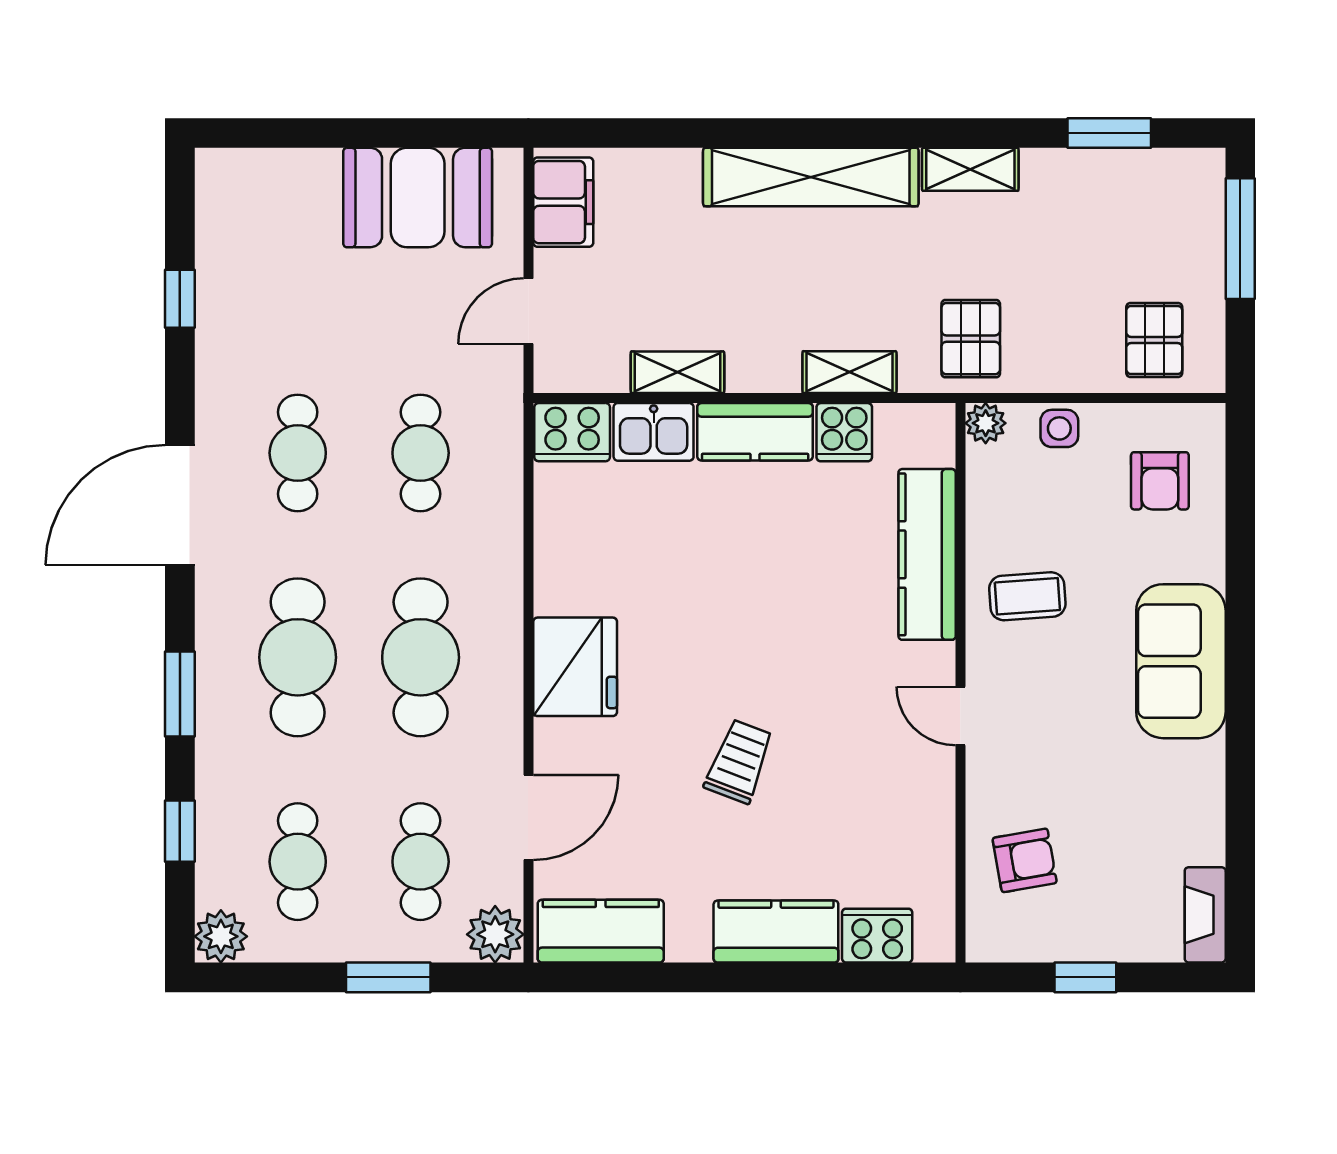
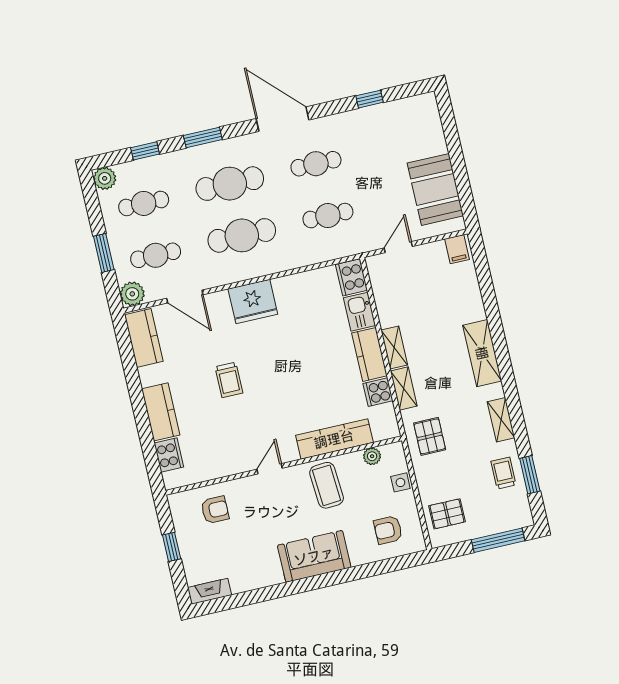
shelving: (811, 177) -> (482, 353), width x0.68
trolley: (1092, 192) -> (503, 473), added
filing cabinet: (563, 202) -> (457, 249), width x0.50
door: (528, 311) -> (398, 247), hinge flipped
pallet: (971, 339) -> (430, 436), turned 90
shelving: (677, 372) -> (394, 347), moved
plant: (986, 423) -> (372, 456), moved
coffee table: (1027, 596) -> (327, 485), width x1.36, depth x1.30
trolley: (739, 761) -> (229, 380), turned 69
armchair: (1025, 860) -> (215, 510), turned -80

